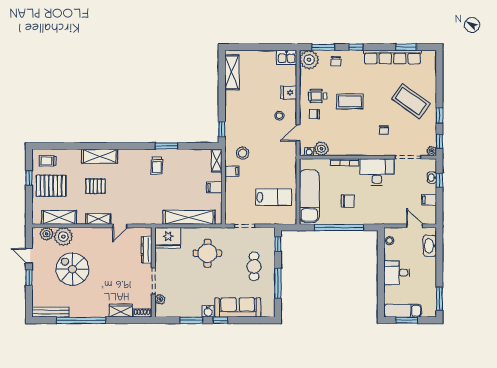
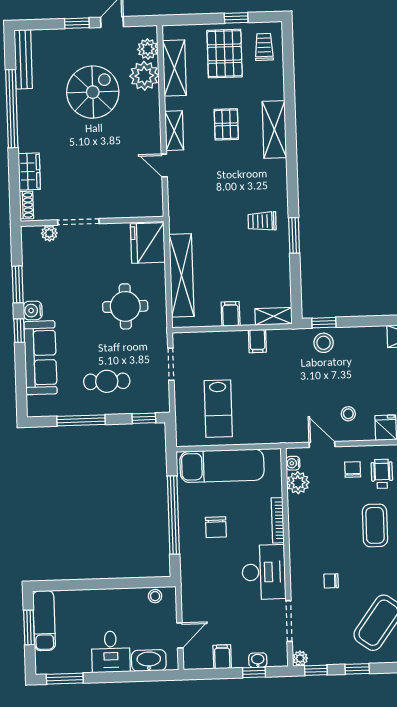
stool: (243, 153) -> (324, 343), moved
dresser: (147, 250) -> (128, 209), removed
desk: (397, 273) -> (111, 652), moved, turned 180

